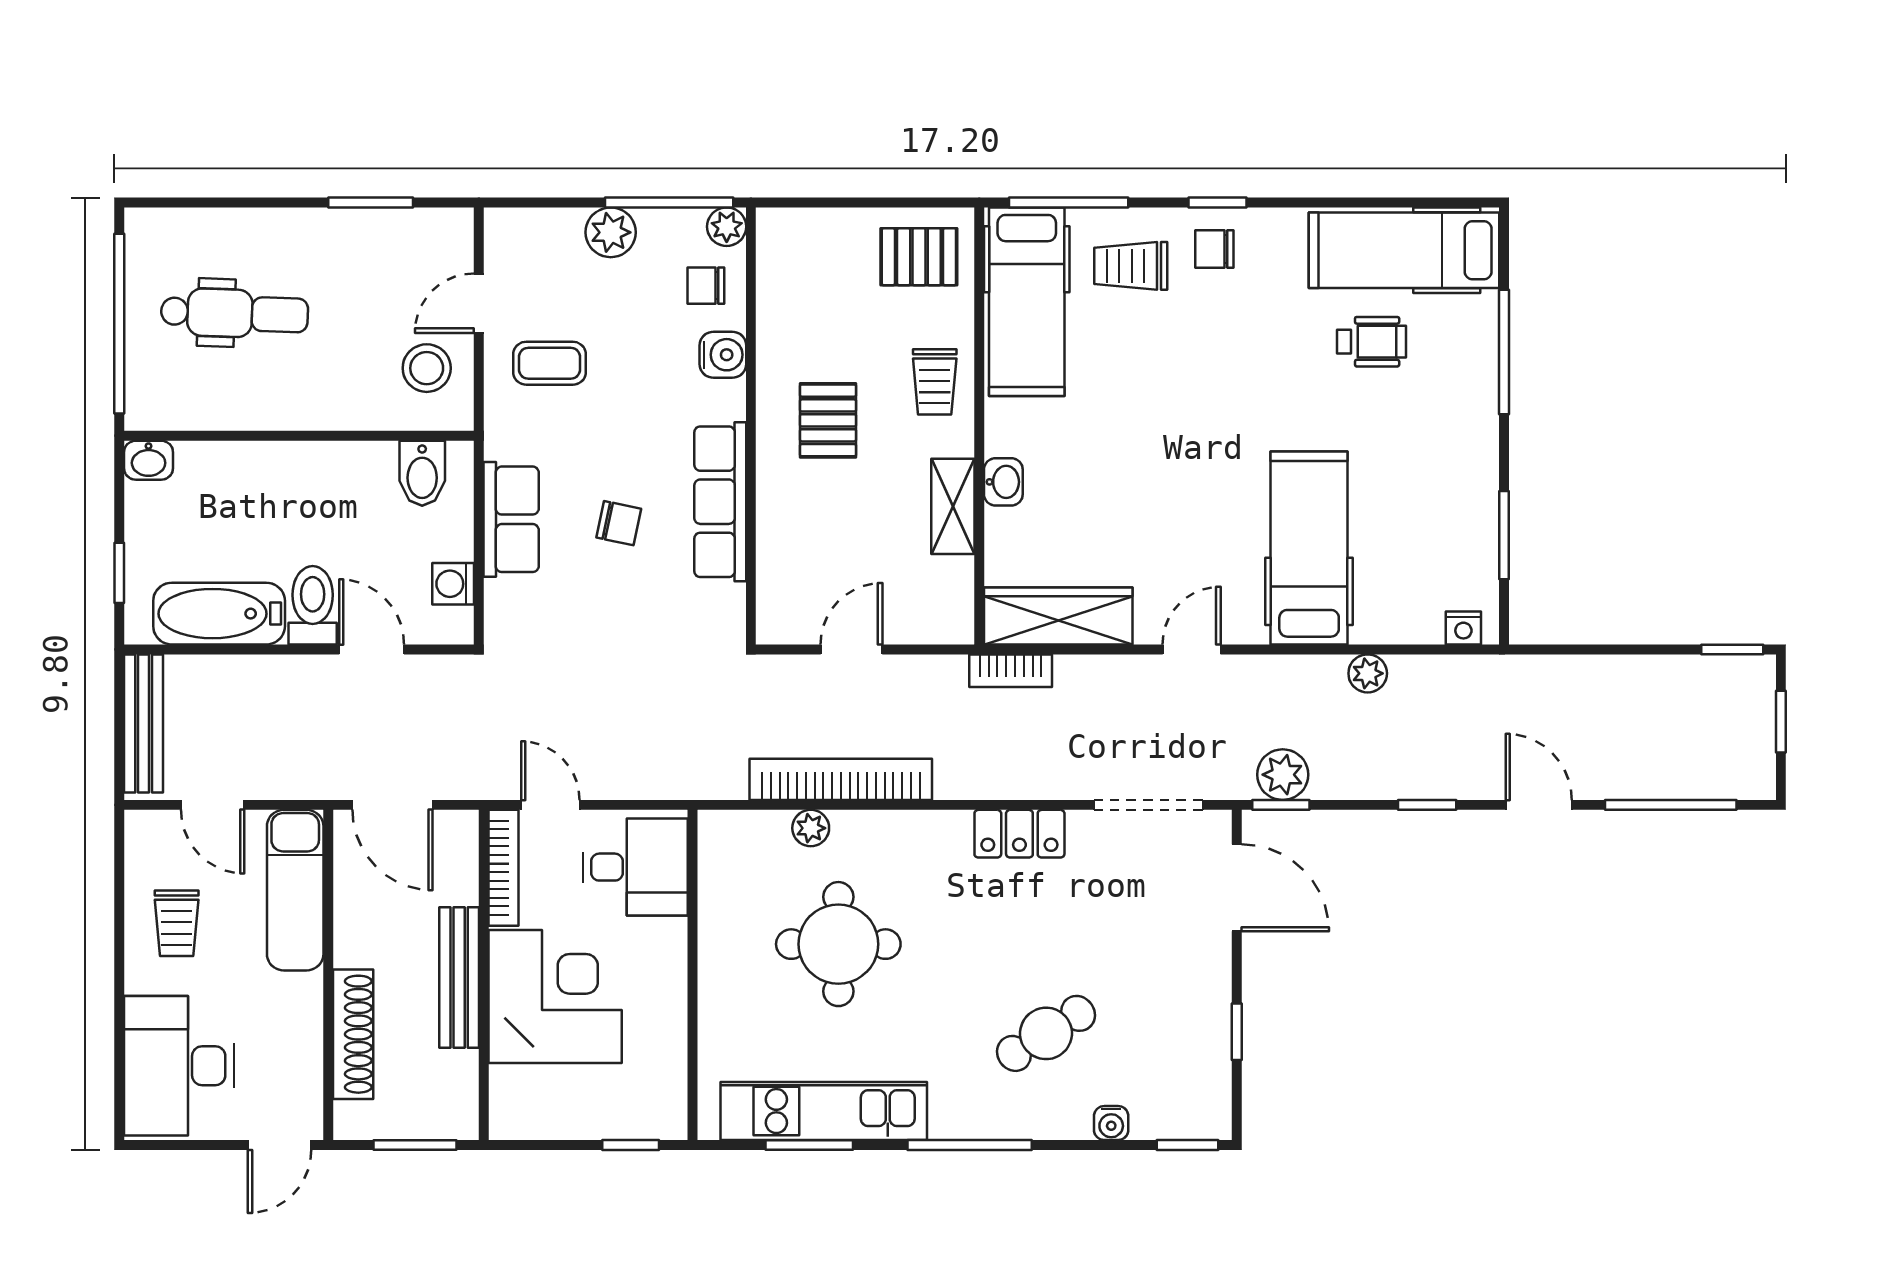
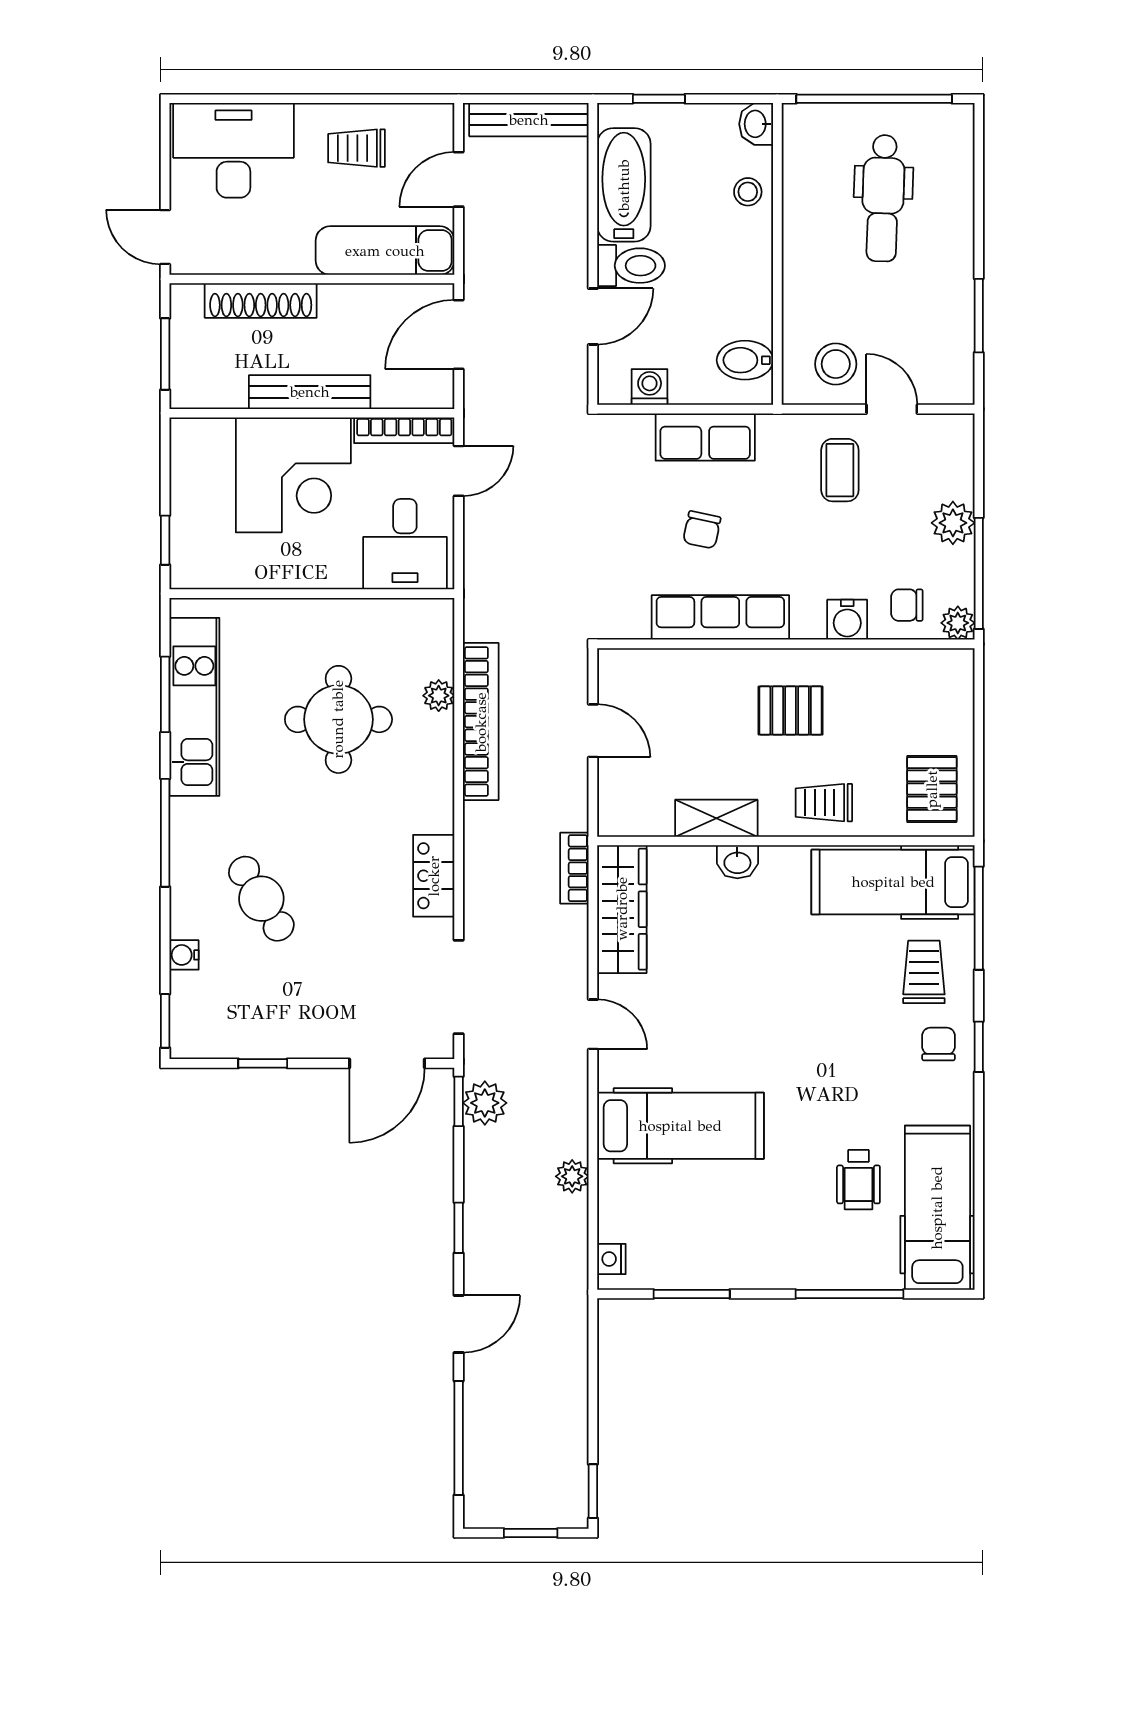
chair: (706, 286) -> (907, 605), turned -90
stool: (227, 470) -> (748, 192), added

